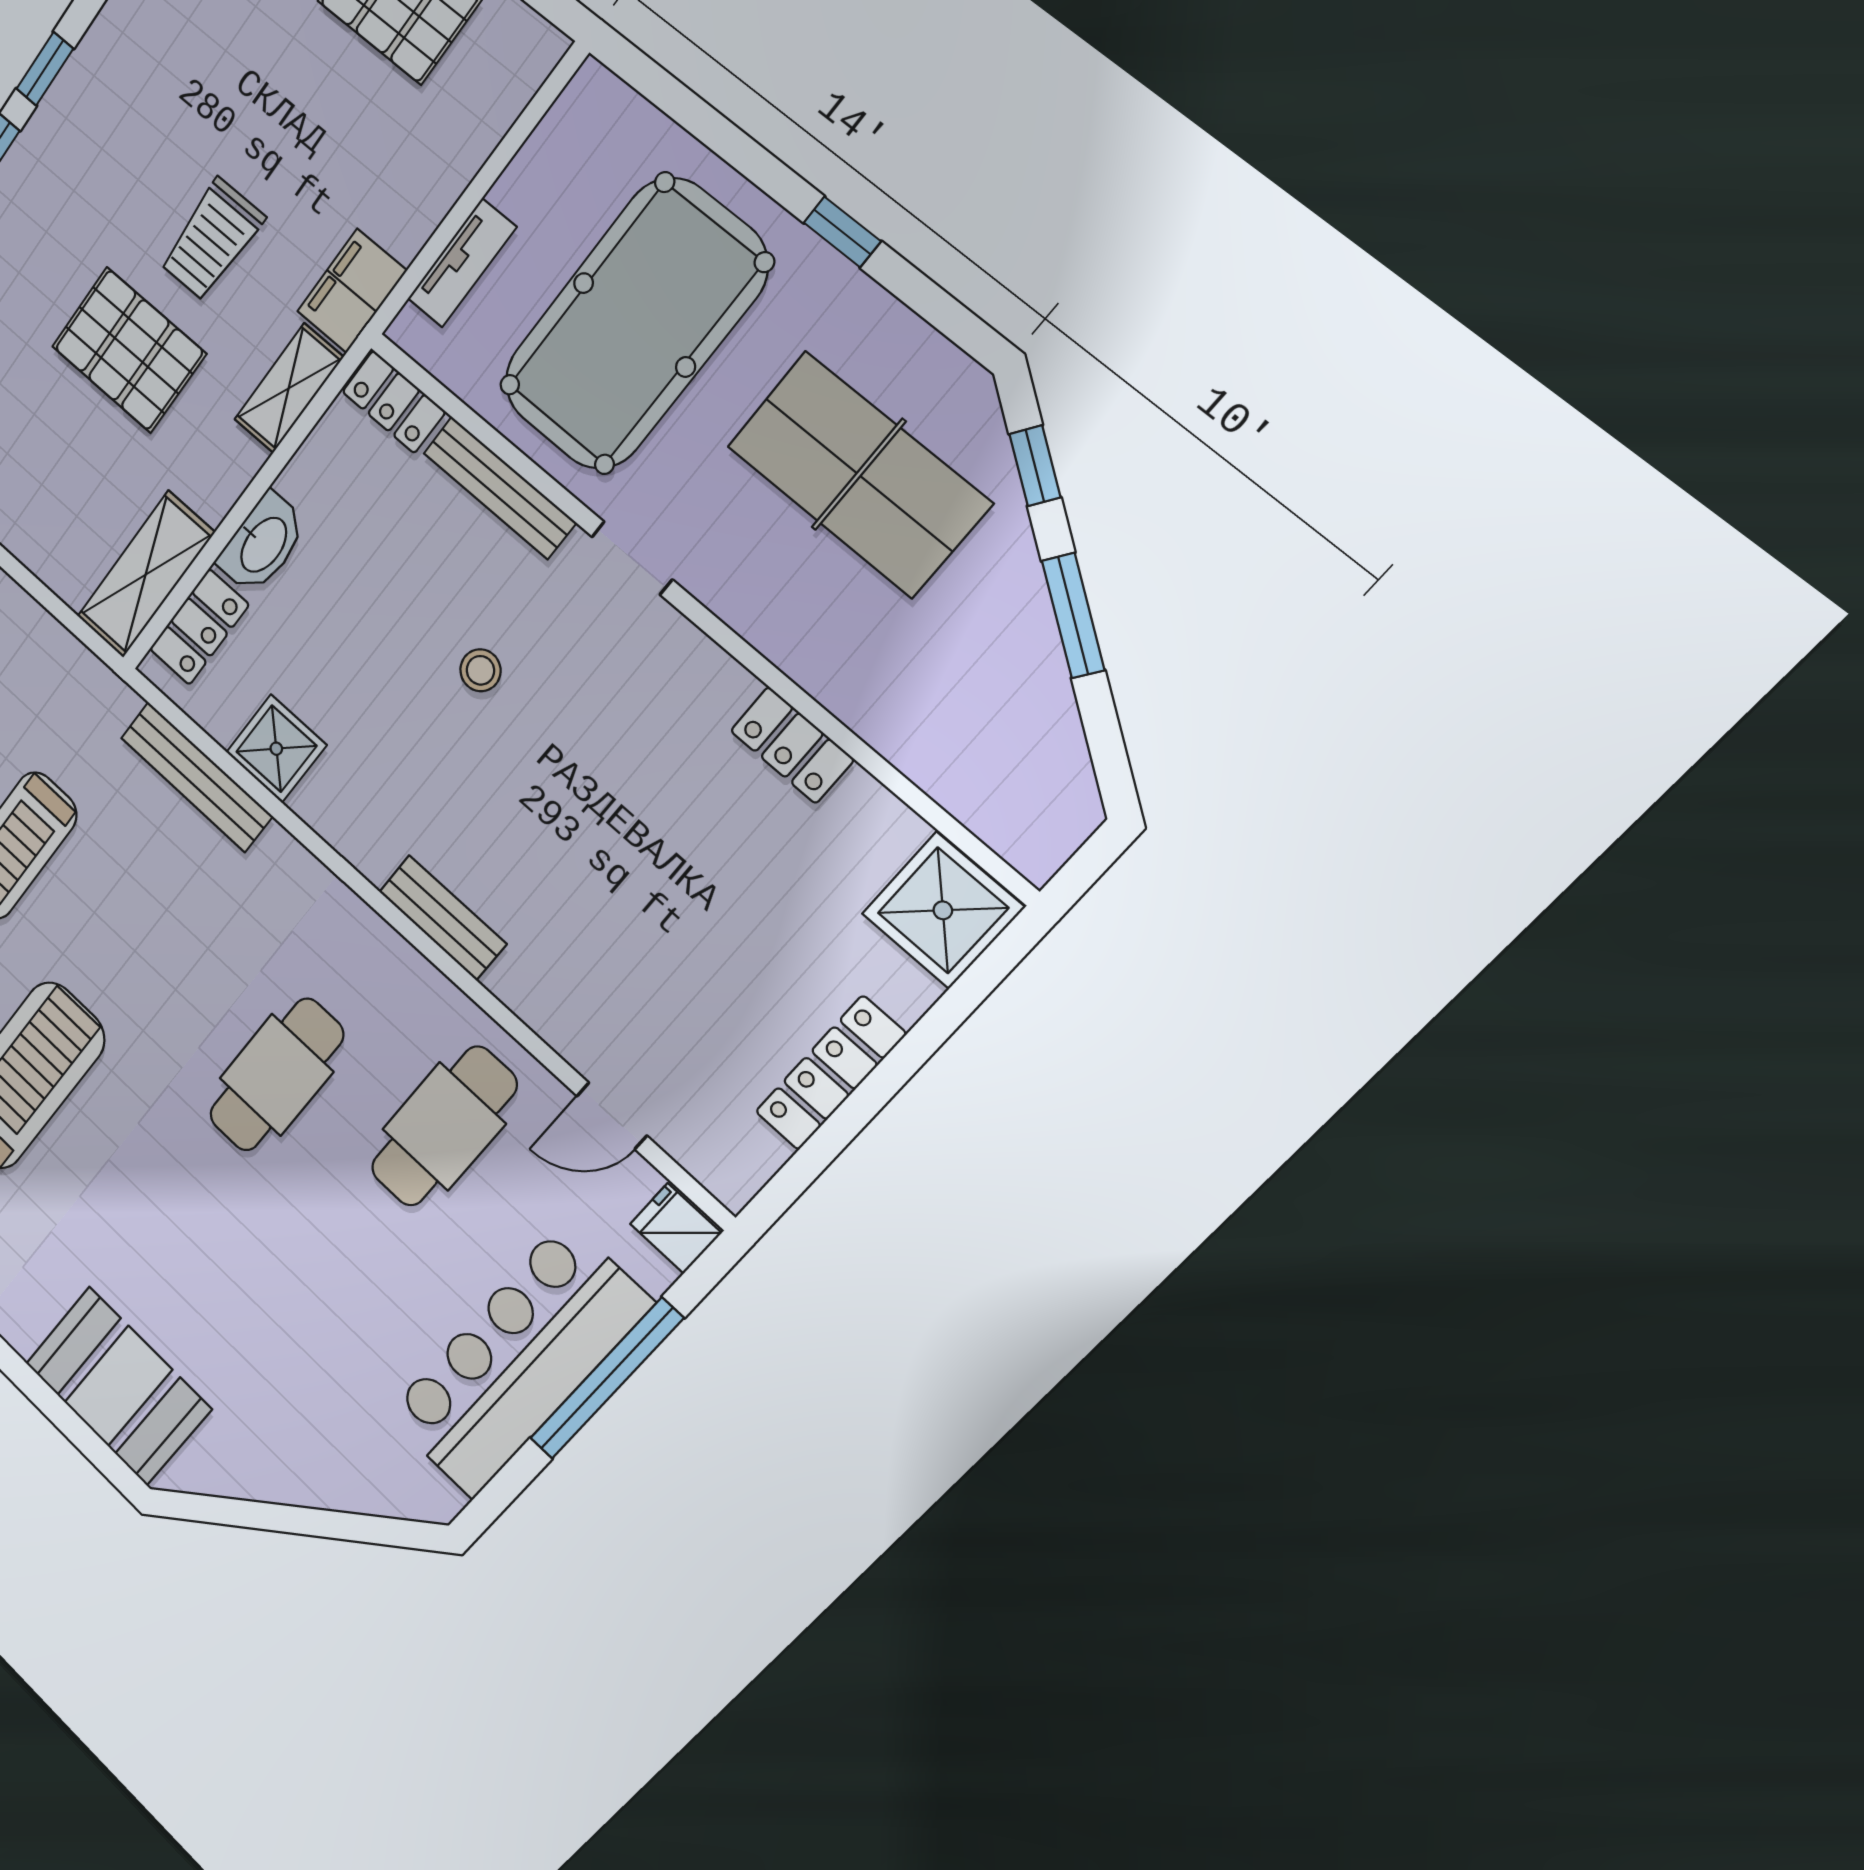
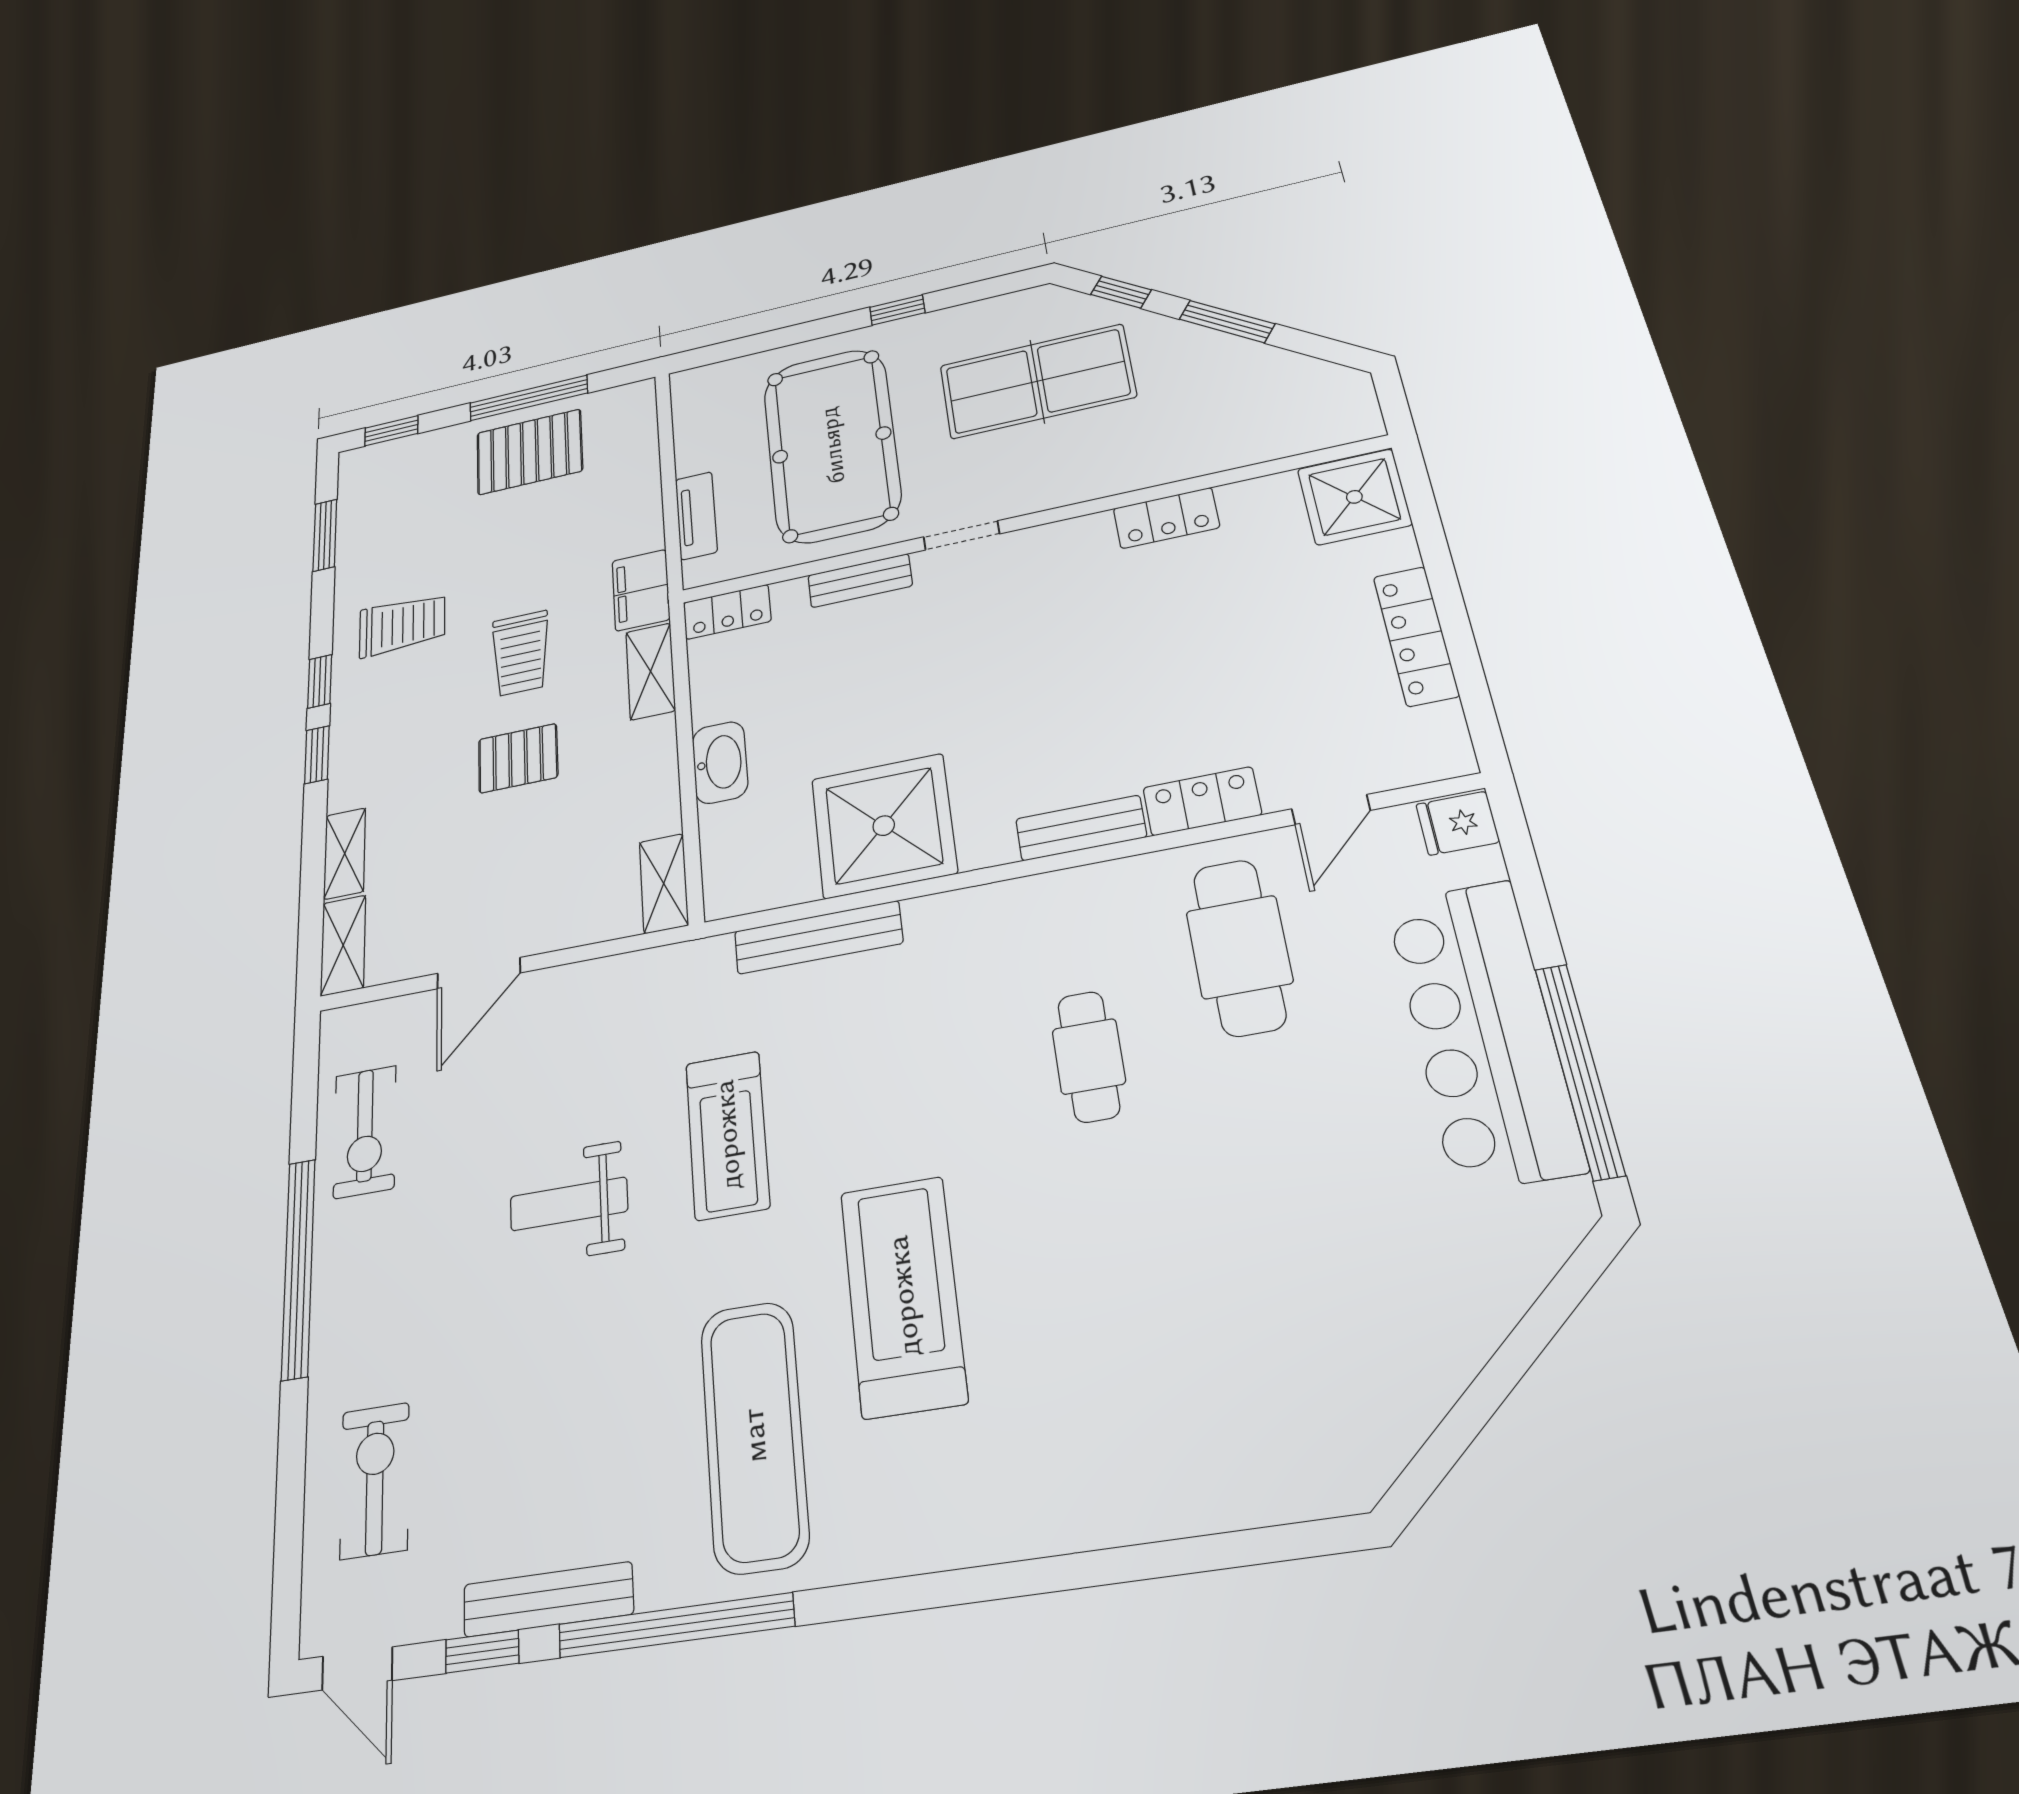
trolley: (148, 86) -> (402, 625), added
pallet: (129, 350) -> (518, 758), width x0.67, depth x0.71
bench: (499, 488) -> (860, 581), width x0.73
shelving: (146, 575) -> (664, 883), width x0.67, depth x0.75
locker: (199, 627) -> (1202, 801), moved, turned -90
stool: (480, 670) -> (939, 677), removed
shower: (276, 749) -> (884, 826), width x1.86, depth x1.86
cafe table: (276, 1075) -> (1089, 1056), width x0.73, depth x0.74
window: (606, 1379) -> (1579, 1070), moved
booth: (118, 1386) -> (1245, 1456), removed

